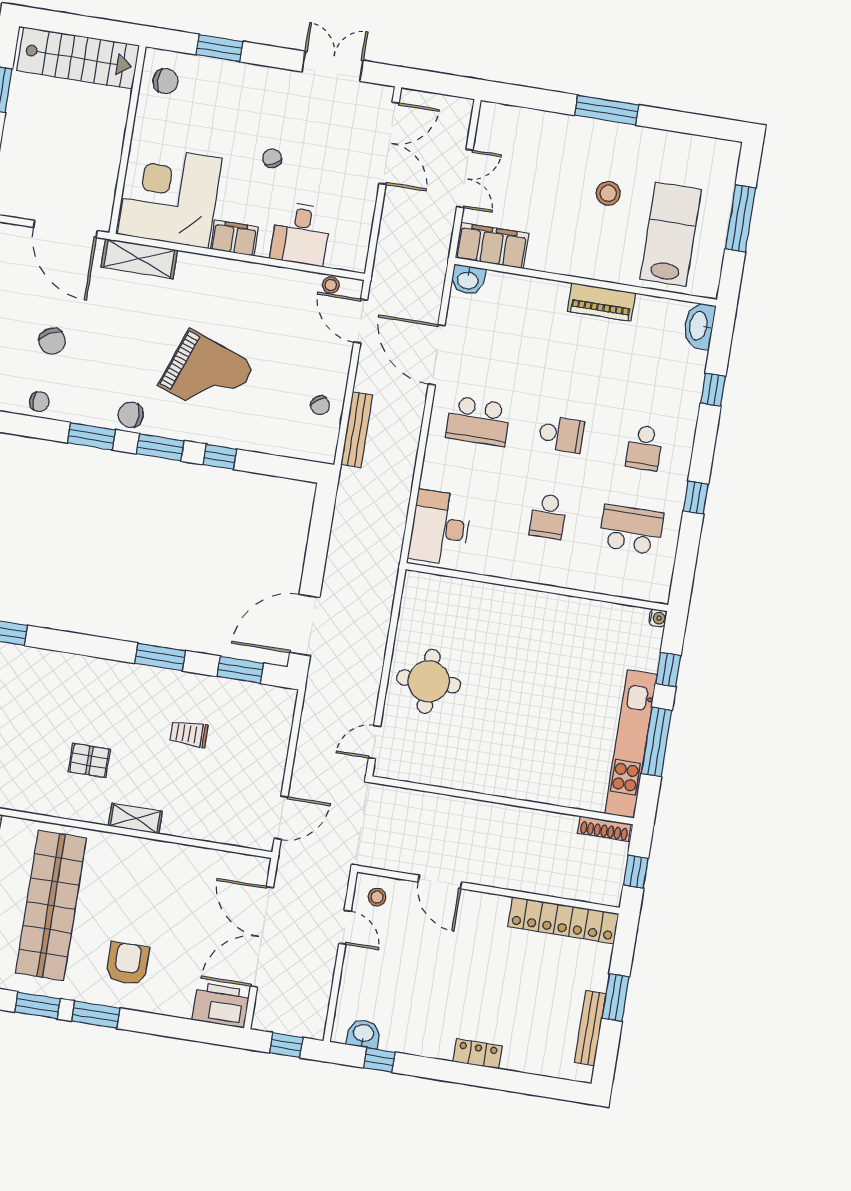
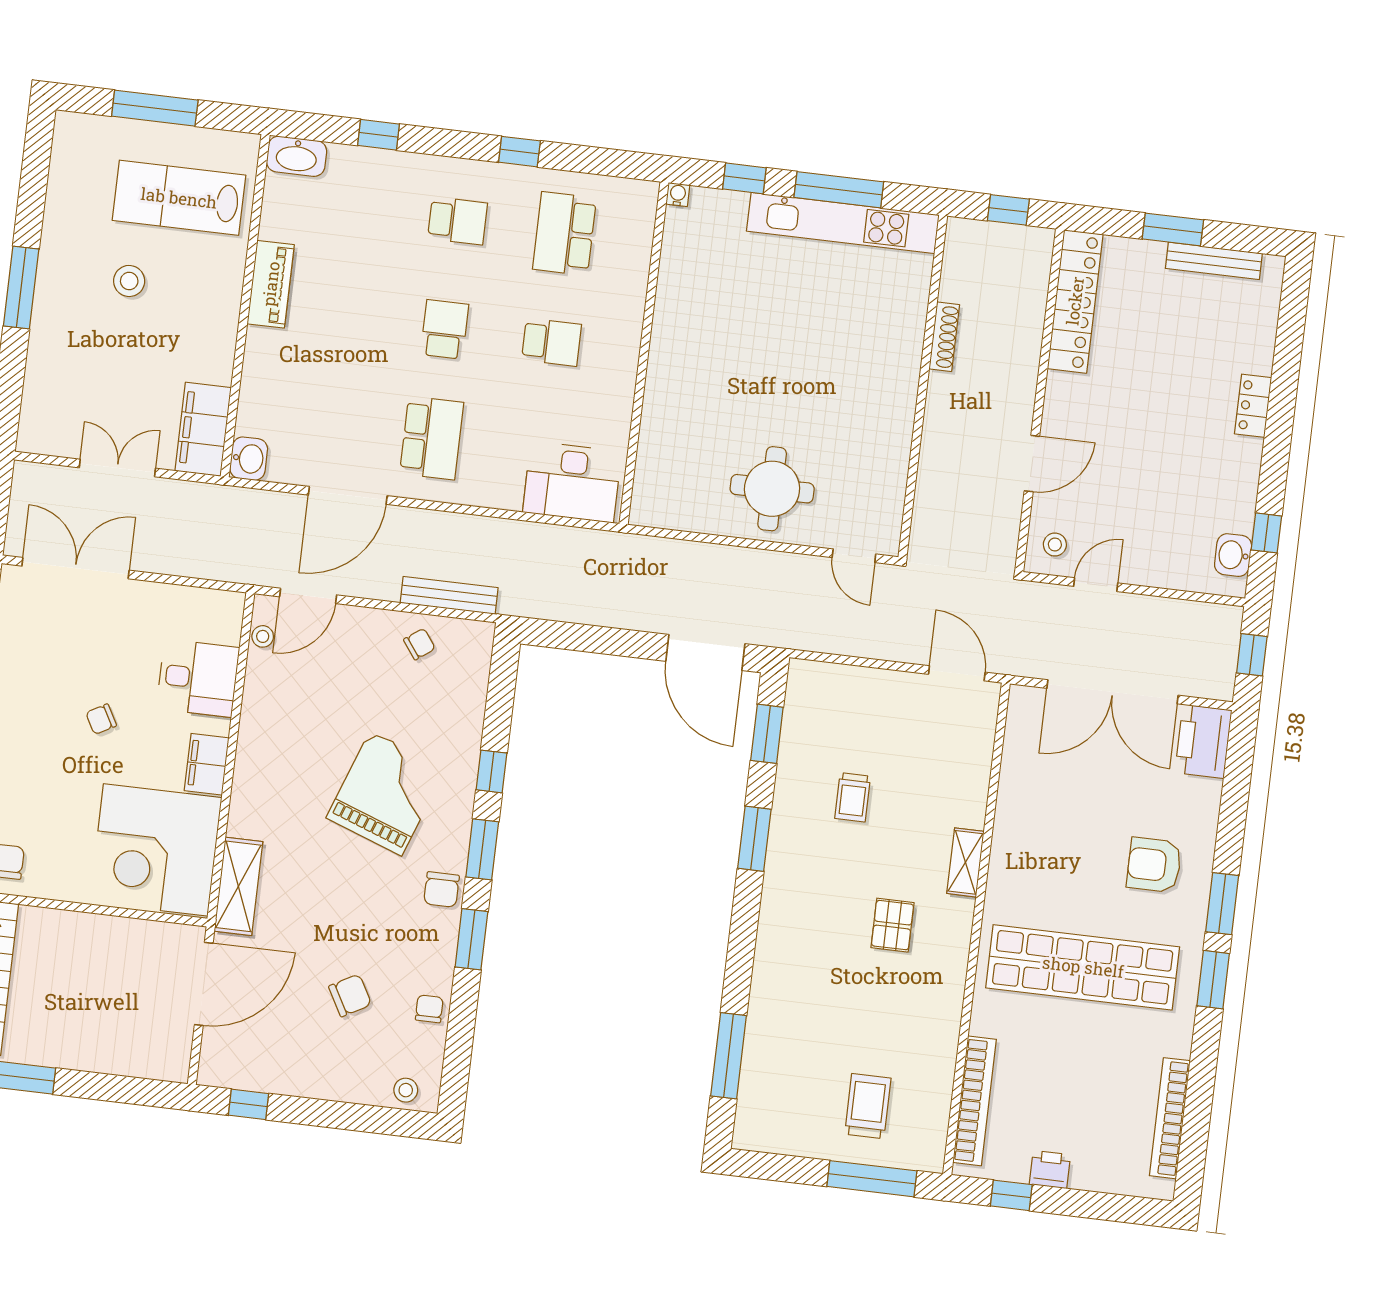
shoe rack: (604, 829) -> (944, 337), moved

